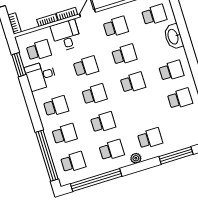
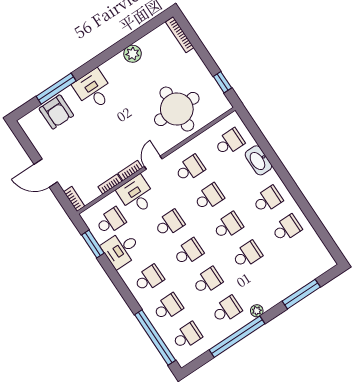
school desk: (150, 138) -> (247, 255), moved
window: (96, 180) -> (237, 337), moved

